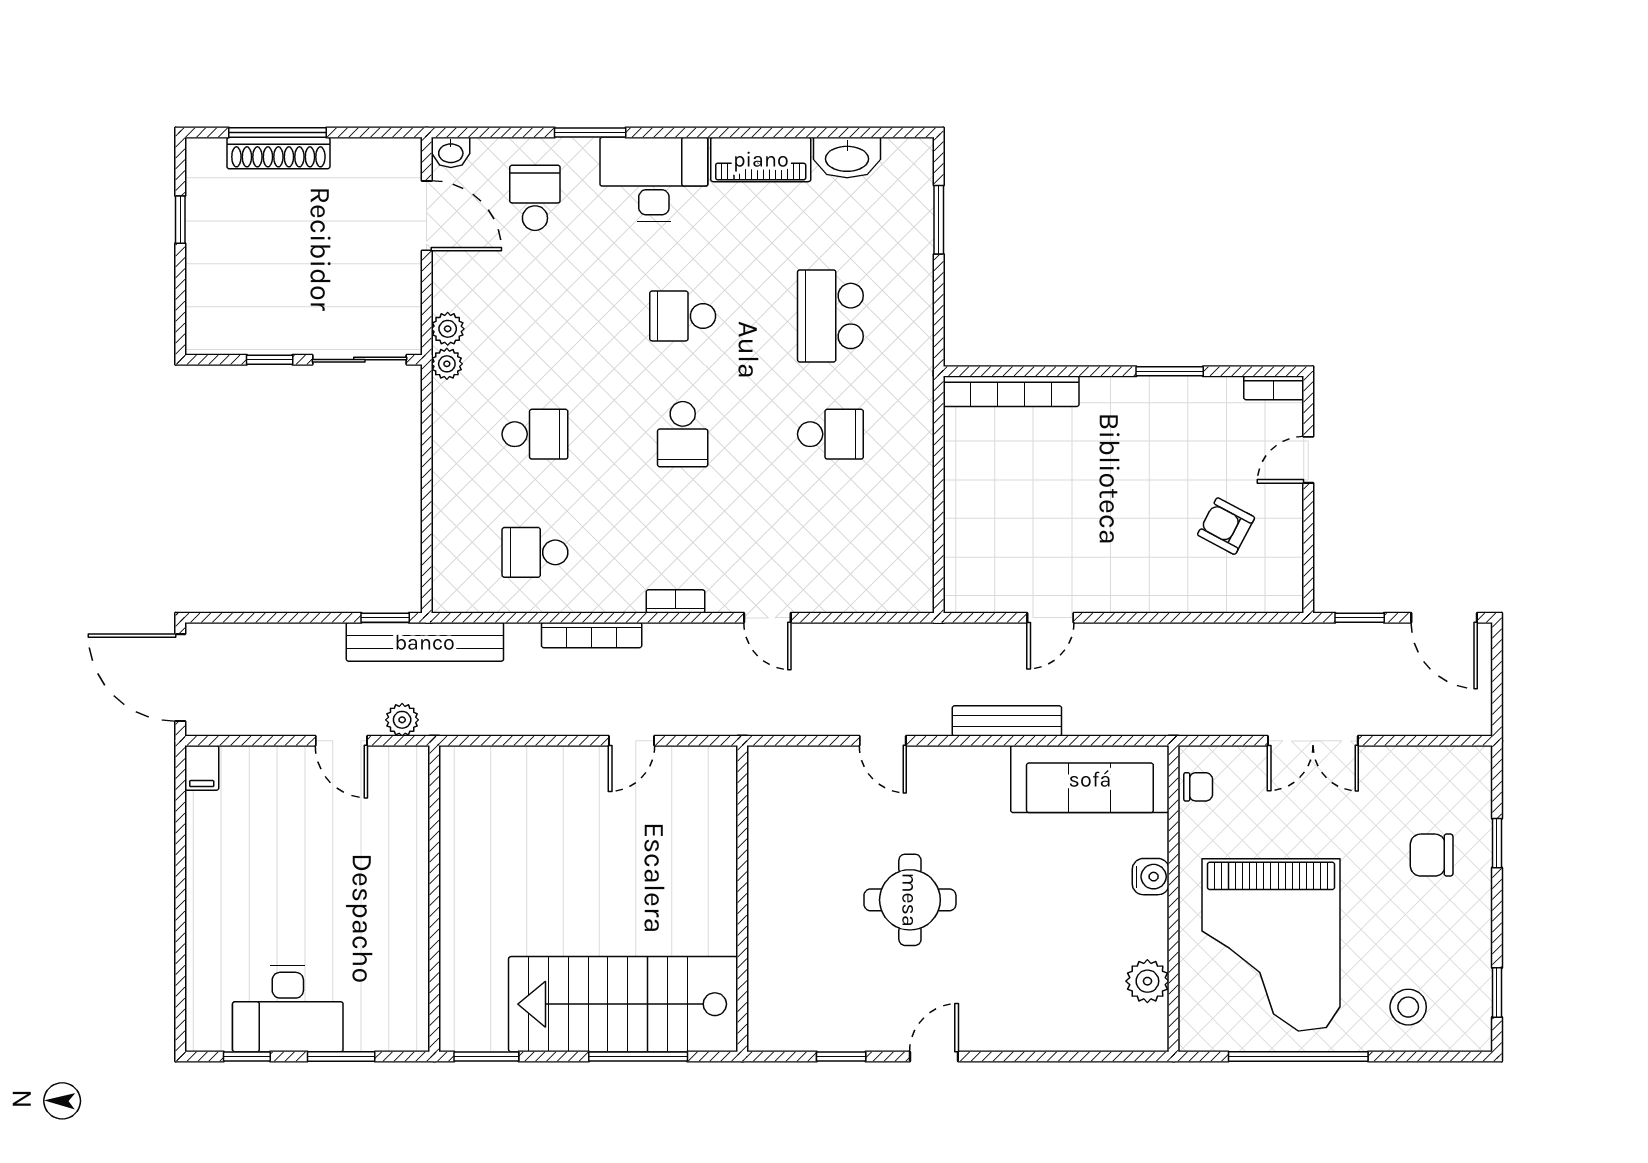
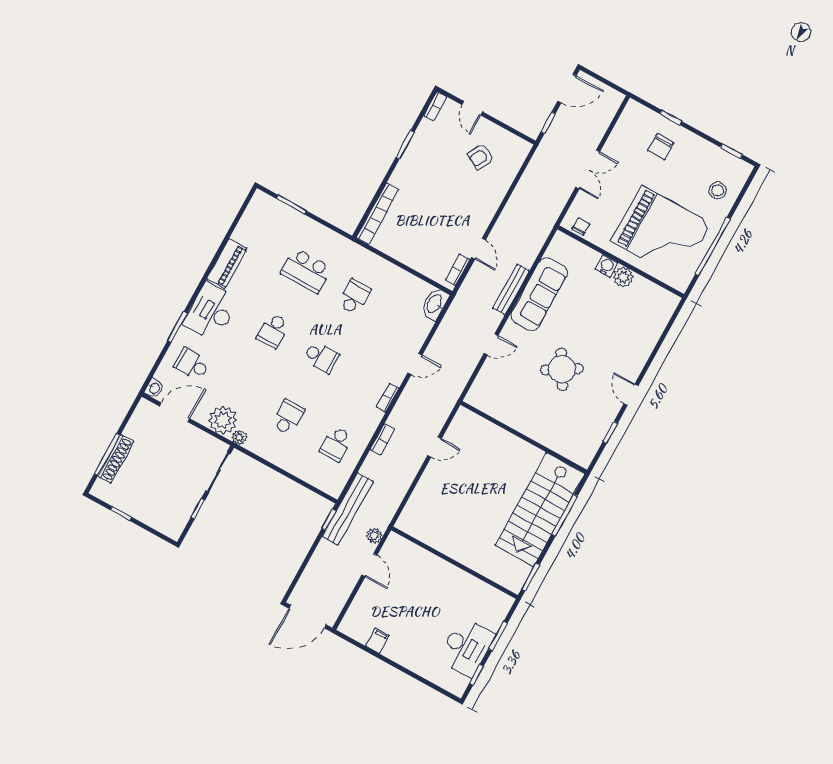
washbasin: (847, 158) -> (435, 304), moved, turned 180
plant: (448, 329) -> (223, 420), width x1.88, depth x1.88
bookcase: (989, 600) -> (458, 270), added
bookcase: (592, 635) -> (382, 439), width x0.64
door: (341, 741) -> (369, 565), hinge flipped
door: (632, 741) -> (435, 447), hinge flipped
filing cabinet: (202, 768) -> (377, 641), moved, turned -90
sofa: (1090, 779) -> (539, 294), moved
round table: (910, 900) -> (562, 369), turned -31
plant: (1147, 981) -> (623, 277), moved

